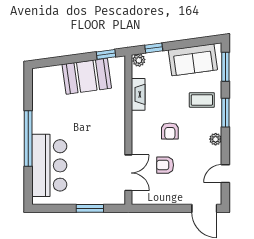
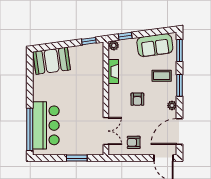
booth: (87, 76) -> (52, 61), moved
window: (28, 139) -> (30, 129), moved
armchair: (165, 165) -> (134, 142), moved
door: (225, 174) -> (179, 132), width x1.87

